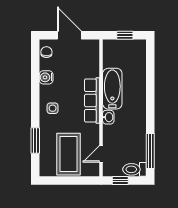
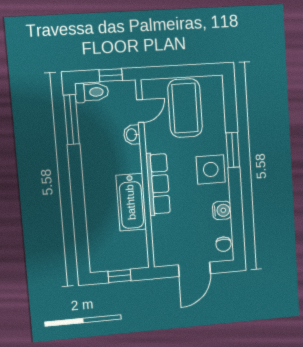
door: (69, 35) -> (194, 269), hinge flipped
side table: (53, 108) -> (211, 169), width x1.87, depth x1.87
washbasin: (108, 117) -> (132, 135), moved
window: (35, 141) -> (233, 150), moved

